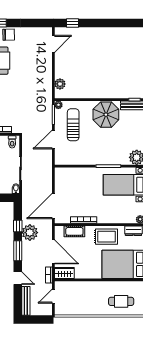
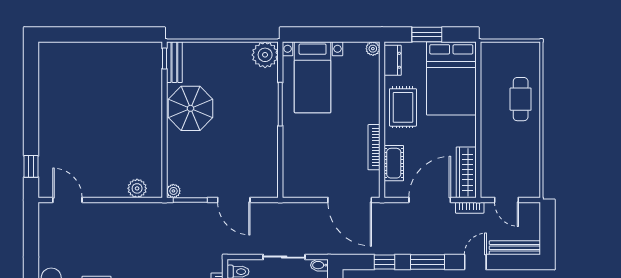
sun lounger: (73, 125) -> (208, 165), removed
plant: (30, 233) -> (396, 241), removed
wardrobe: (64, 273) -> (466, 172), width x1.50
cafe table: (121, 301) -> (521, 99), moved

